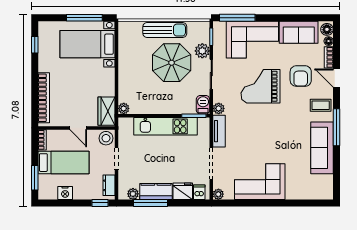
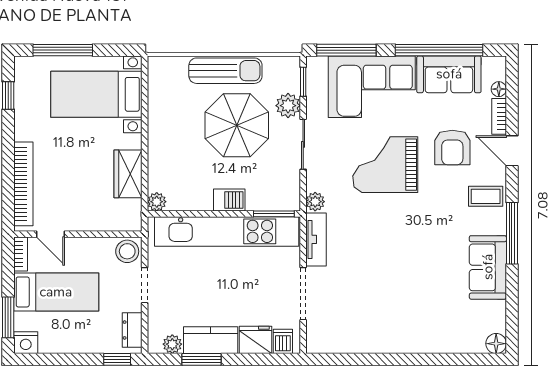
window: (84, 18) -> (63, 50), moved
window: (293, 18) -> (439, 50), added
floor lamp: (327, 29) -> (496, 344), moved
barbecue: (203, 105) -> (229, 200), moved, turned 90
wardrobe: (106, 111) -> (128, 174), moved
kitchen unit: (166, 126) -> (227, 231), width x1.36
door: (78, 128) -> (50, 234), moved
sofa: (322, 148) -> (488, 267), width x0.73
corner sofa: (260, 182) -> (384, 324), removed
nightstand: (65, 193) -> (26, 343), moved
plant: (218, 194) -> (315, 345), removed
window: (151, 203) -> (202, 359), width x0.69

